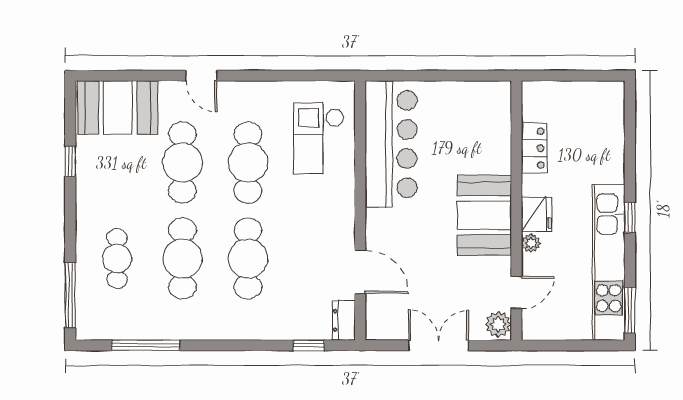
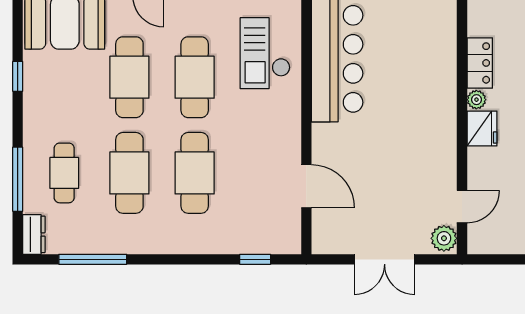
booth: (484, 215) -> (430, 130), removed
plant: (531, 243) -> (476, 100), moved
window: (70, 295) -> (18, 179), moved
dresser: (344, 320) -> (34, 234), moved, turned 180
double door: (439, 345) -> (385, 259), swing flipped

